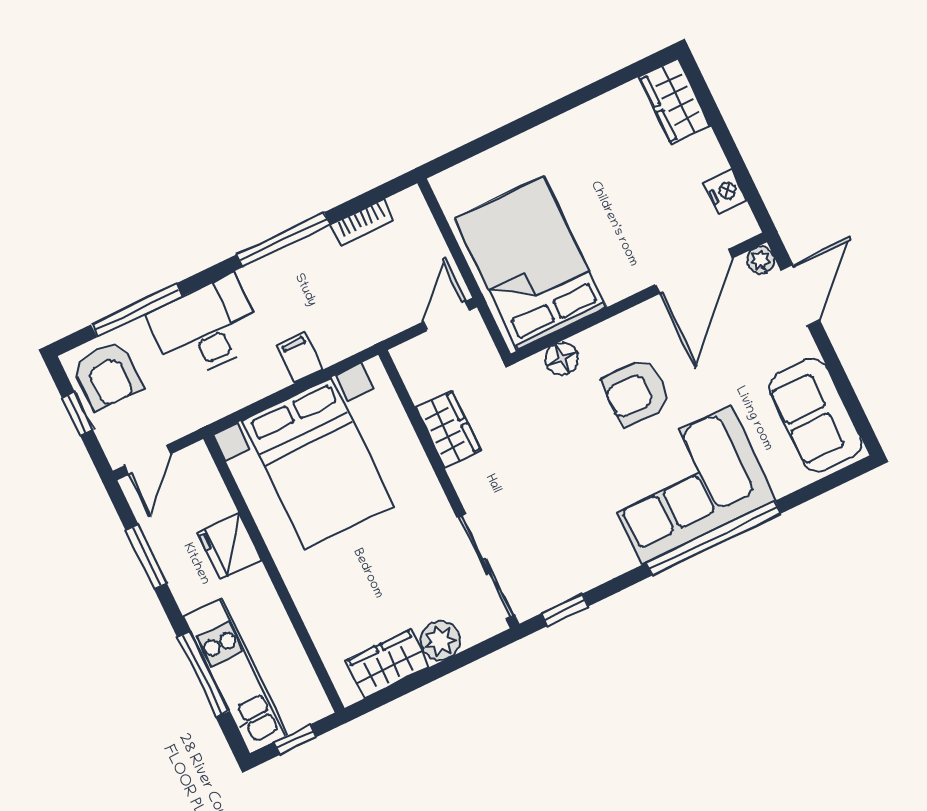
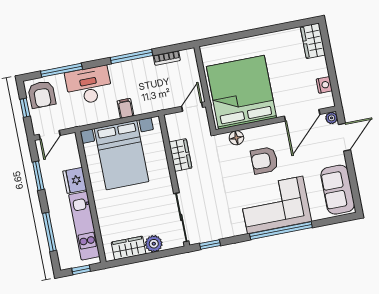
bed: (531, 263) -> (241, 92), width x1.36
kitchen unit: (235, 676) -> (84, 226), moved, turned 180

